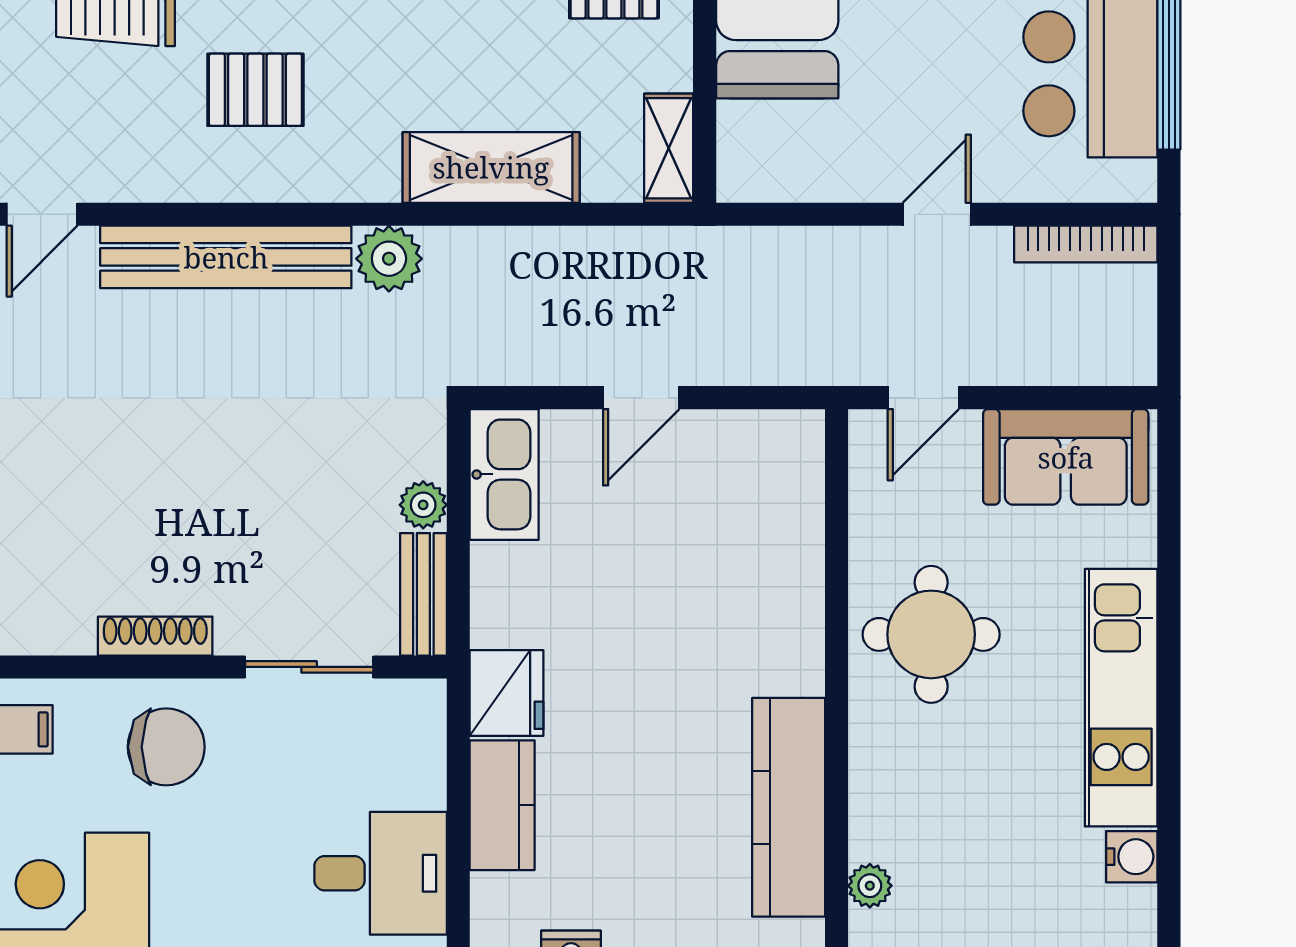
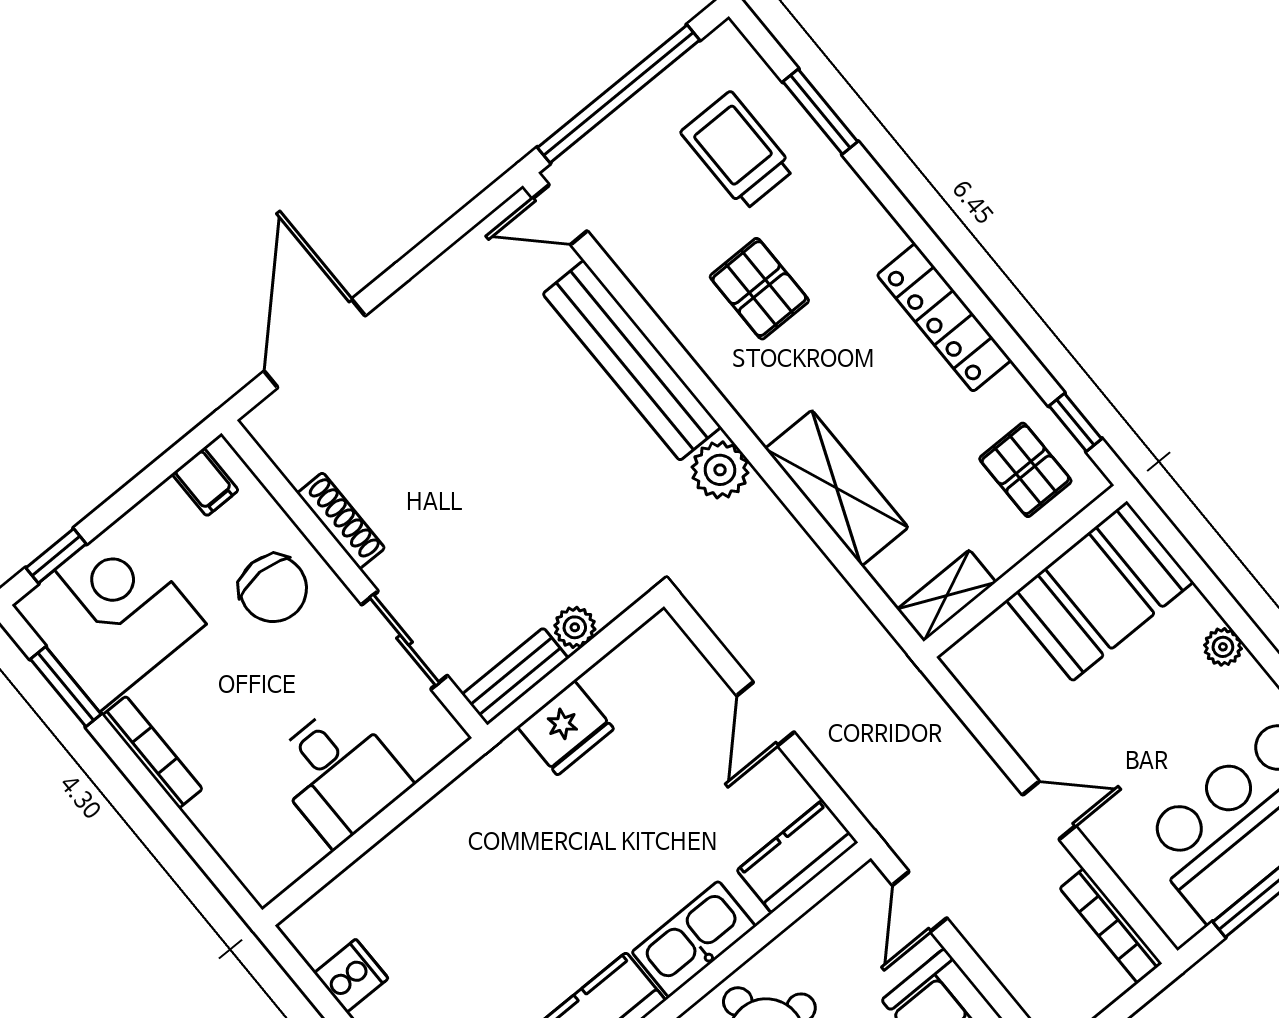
door: (641, 398) -> (765, 714), hinge flipped
door: (923, 398) -> (920, 902), hinge flipped
kitchen sink: (504, 474) -> (694, 939), moved, turned 180
fridge: (507, 693) -> (566, 728), moved
kitchen counter: (502, 805) -> (797, 856), moved, turned 180
desk: (381, 873) -> (339, 774), moved

